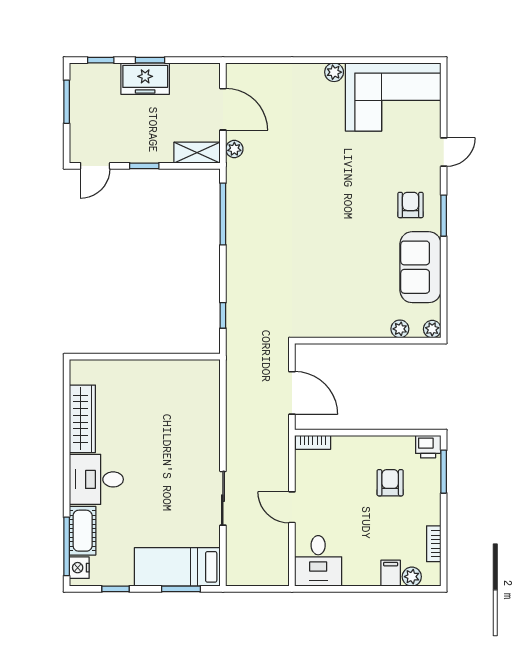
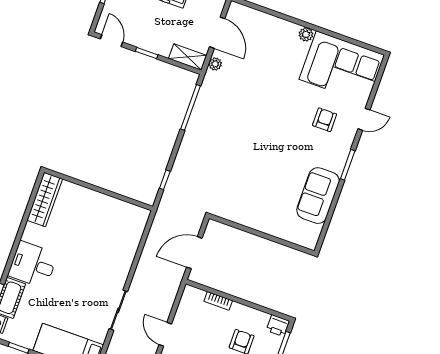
door: (95, 166) -> (112, 41), swing flipped
armchair: (411, 205) -> (325, 120), moved
plant: (400, 329) -> (288, 234), removed
plant: (432, 329) -> (311, 243), removed
door: (292, 393) -> (194, 253), swing flipped
wardrobe: (82, 419) -> (45, 200), moved
bookcase: (313, 442) -> (218, 301), moved

